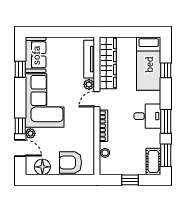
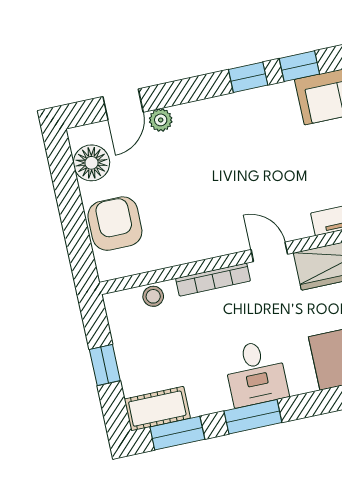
plant: (89, 84) -> (298, 227), removed
corner sofa: (45, 100) -> (241, 136), removed
window: (20, 126) -> (248, 77), moved

